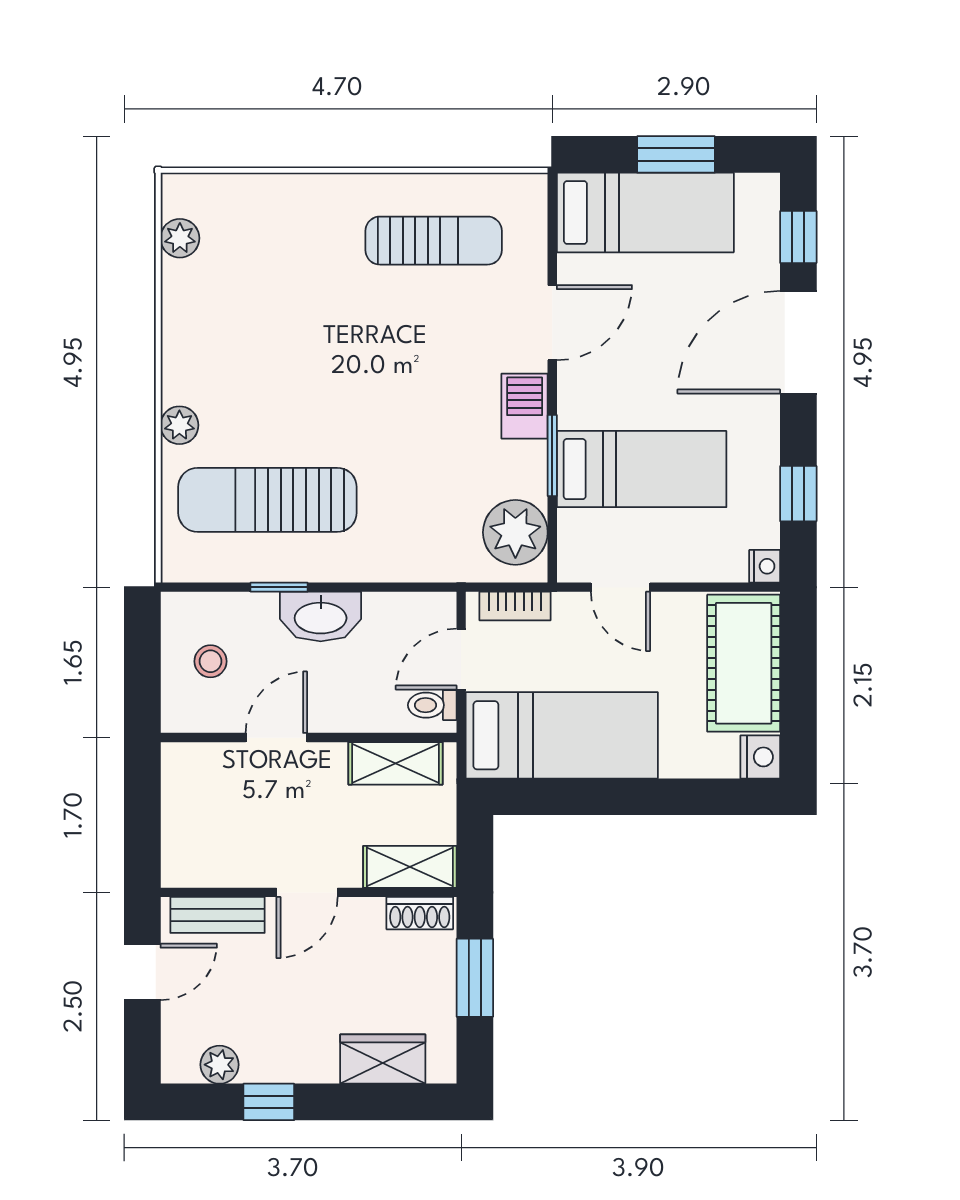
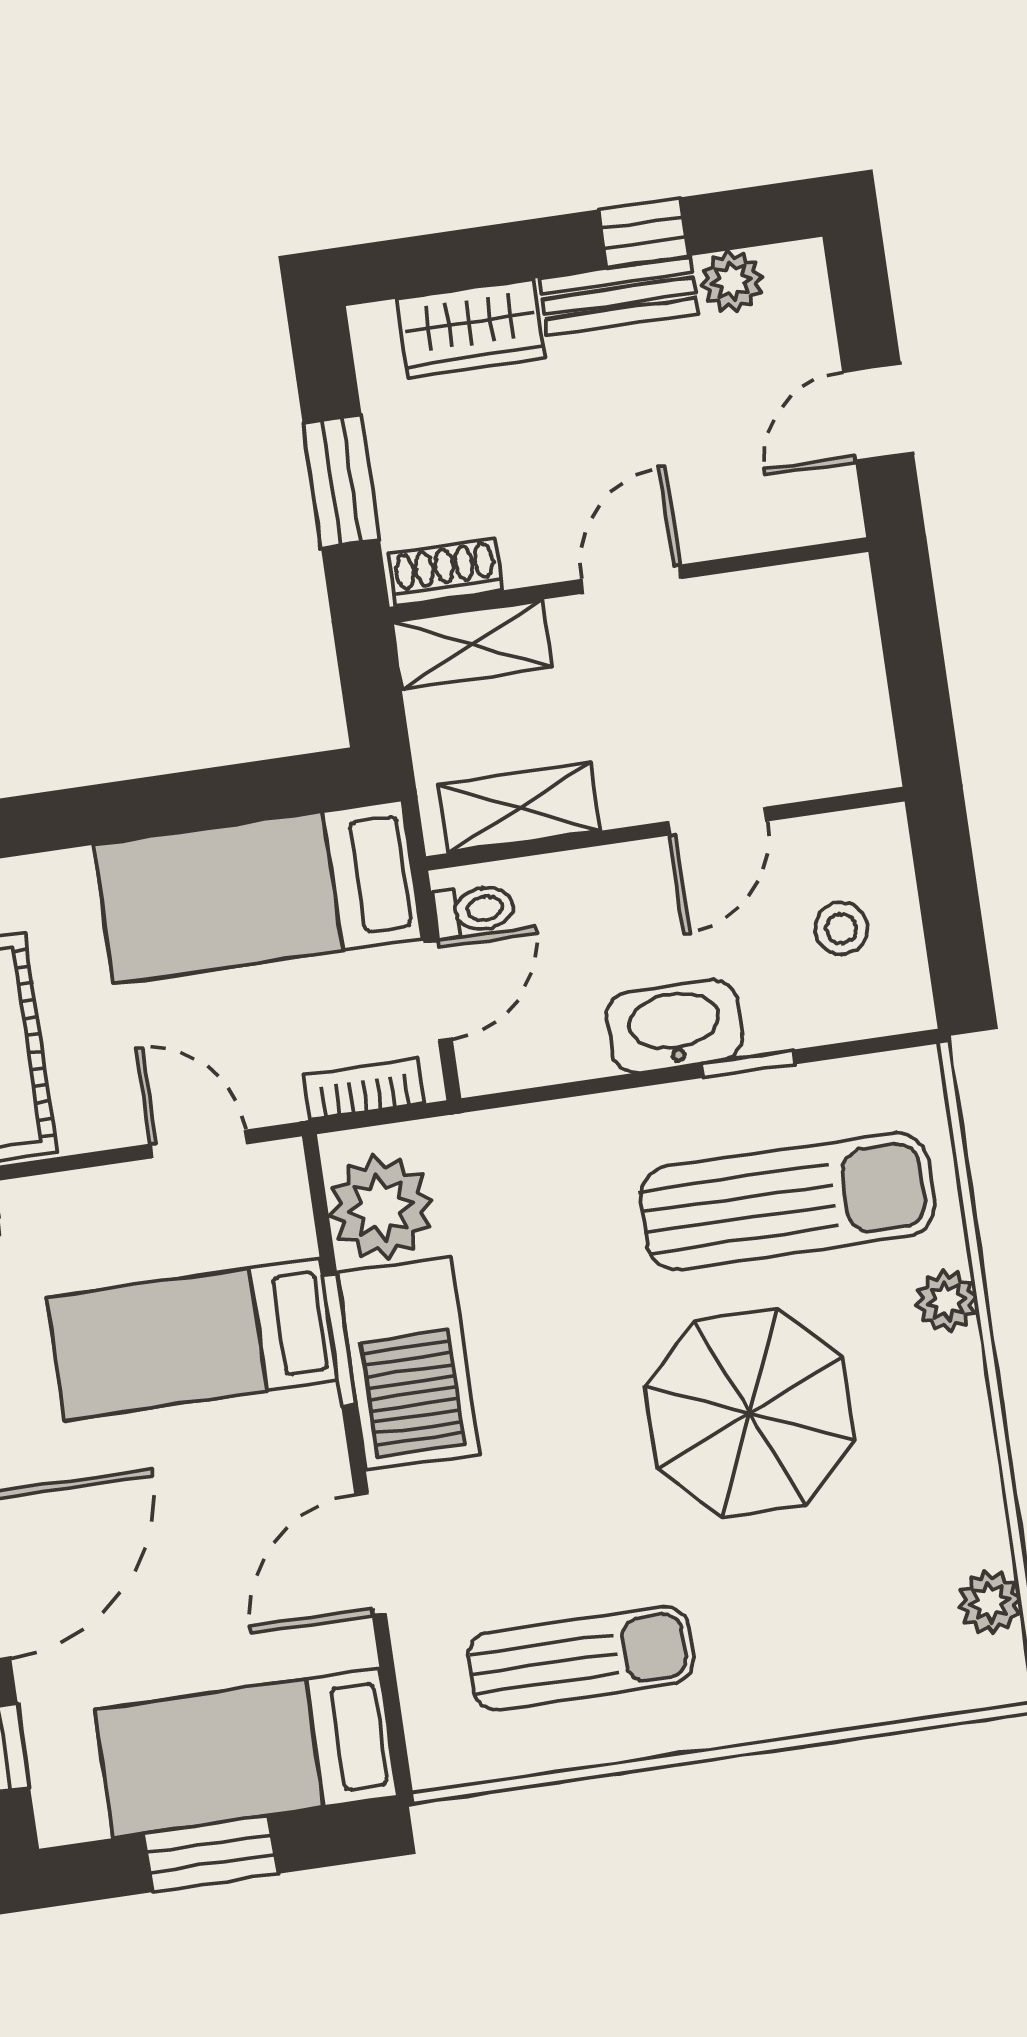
sun lounger: (434, 241) -> (581, 1658), turned 180
parasol: (309, 375) -> (750, 1413), added
barbecue: (525, 406) -> (408, 1364), width x1.88, depth x1.53
bench: (218, 915) -> (619, 296), moved

